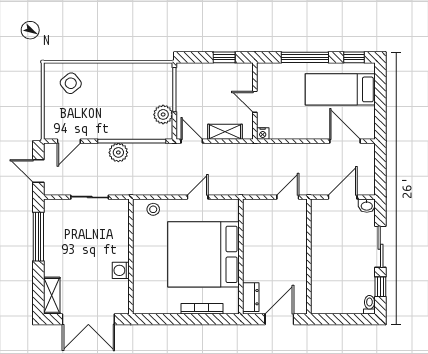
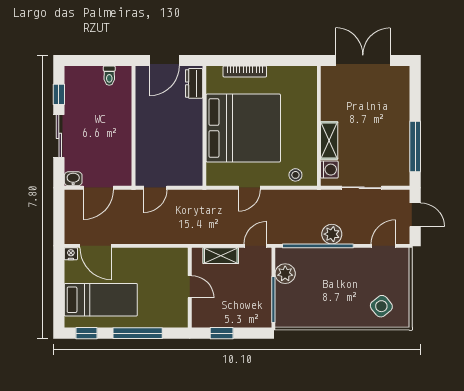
nightstand: (263, 134) -> (71, 254), moved
door: (192, 141) -> (255, 246), swing flipped
washing machine: (121, 270) -> (329, 170), moved
shelving: (52, 295) -> (329, 140), moved
toilet: (369, 305) -> (109, 76), moved

